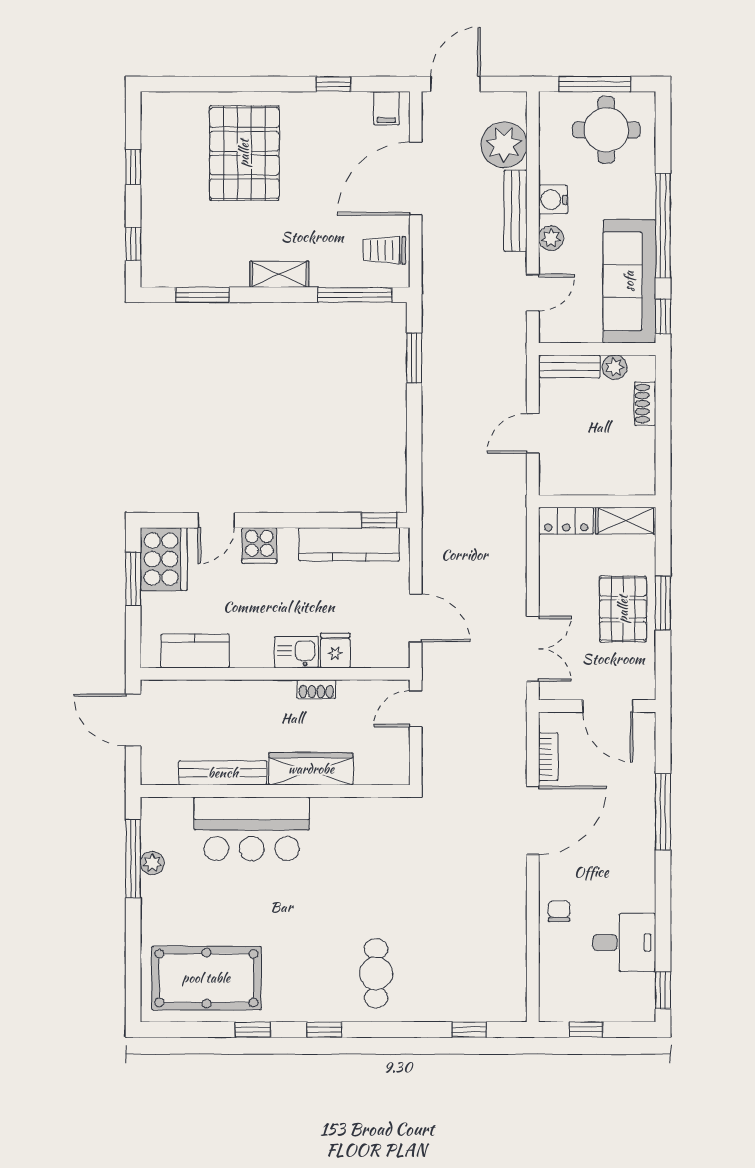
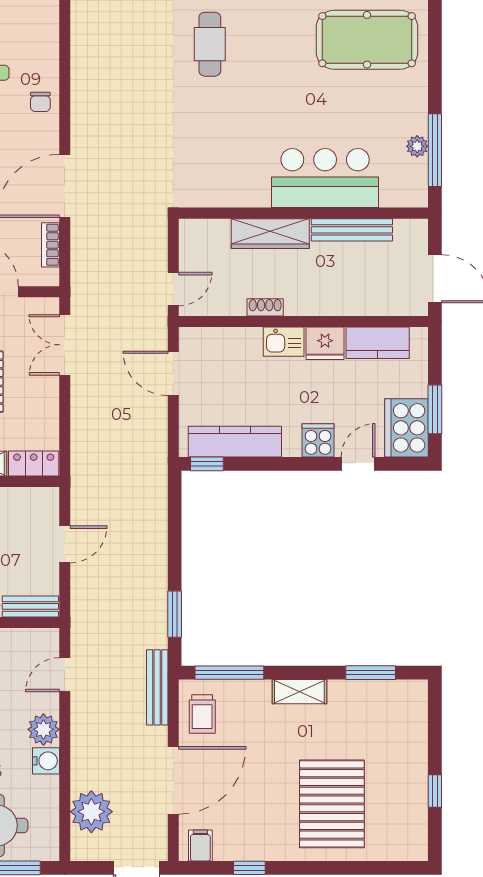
bench: (515, 211) -> (157, 687), moved
plant: (551, 238) -> (43, 729), width x1.38, depth x1.38
window: (133, 244) -> (435, 720), removed
trolley: (384, 250) -> (202, 714), turned 90
fridge: (335, 650) -> (325, 343), moved, width x1.38

